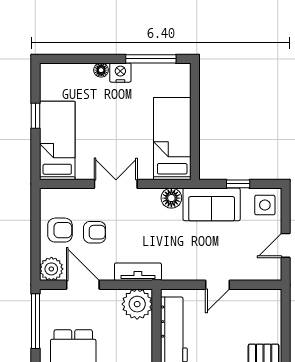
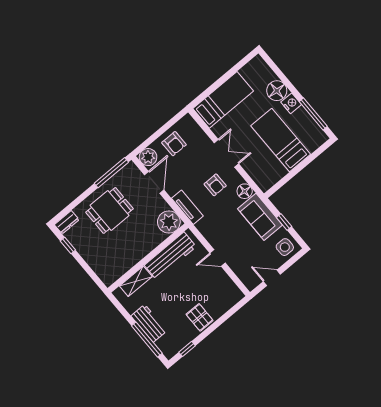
floor lamp: (101, 70) -> (277, 91), width x1.89, depth x1.89
window: (35, 116) -> (227, 76), removed
bed: (172, 139) -> (281, 140), moved, turned -90
armchair: (95, 232) -> (215, 185), moved

